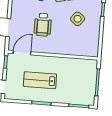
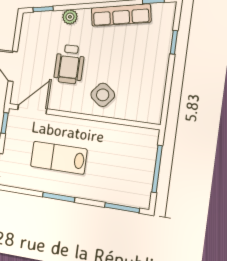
side table: (78, 19) -> (103, 95), moved

